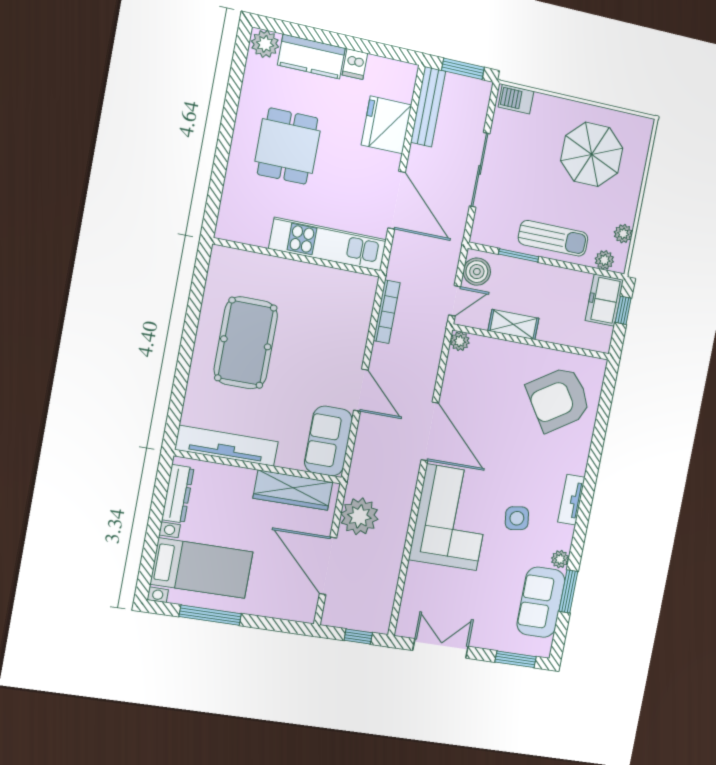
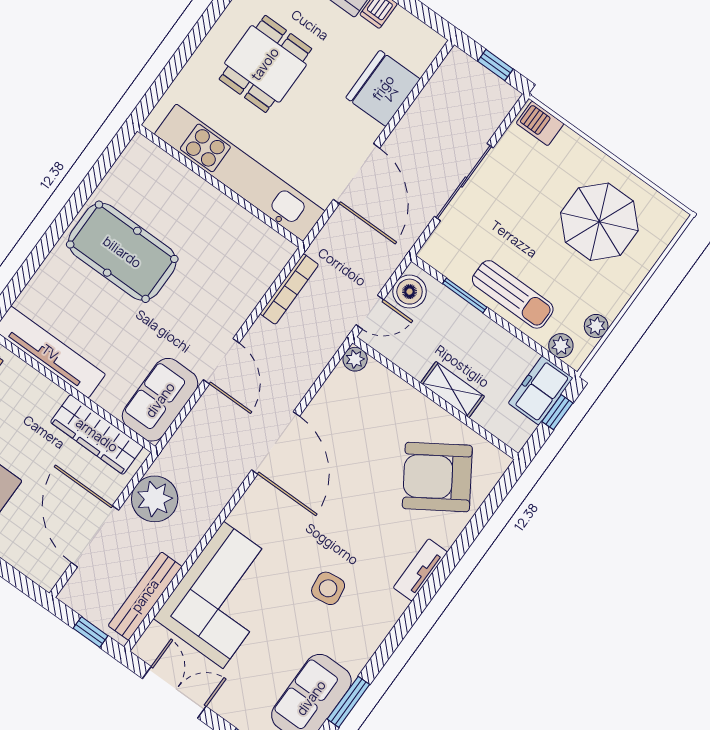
window: (463, 69) -> (495, 65), width x0.67
bench: (428, 107) -> (145, 596), moved
kitchen unit: (328, 244) -> (240, 173), width x1.36
shelving: (513, 324) -> (452, 390), moved
pool table: (246, 343) -> (122, 252), turned 90
tv unit: (571, 500) -> (420, 570), moved
corner sofa: (451, 517) -> (223, 595), moved
plant: (560, 559) -> (356, 660), removed

